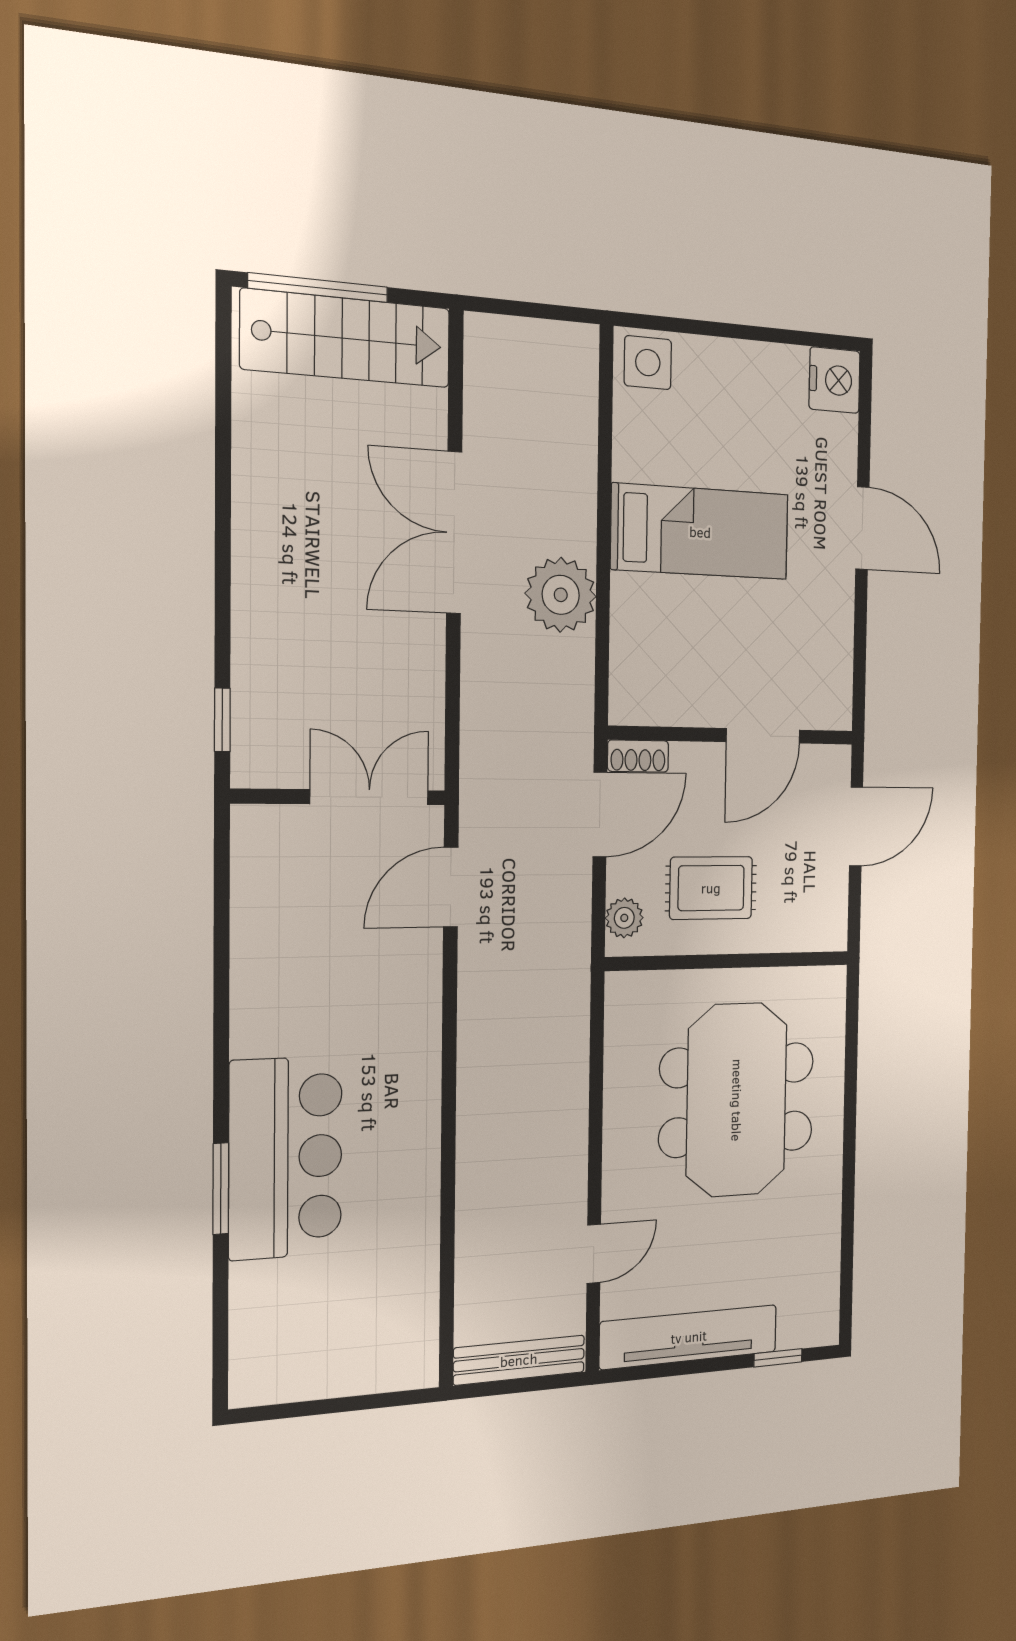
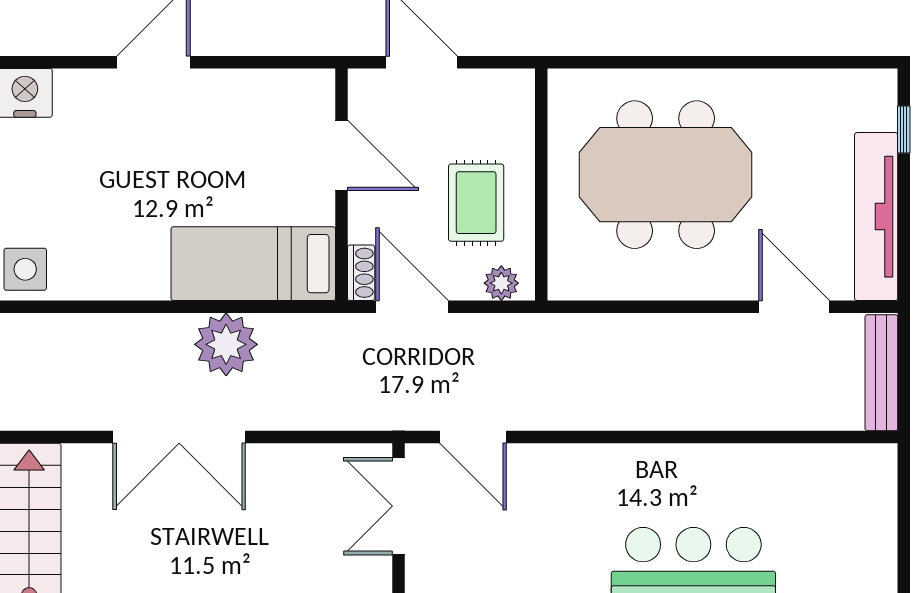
bed: (700, 532) -> (253, 264), moved, turned -90
door: (594, 1254) -> (794, 307), width x1.38

